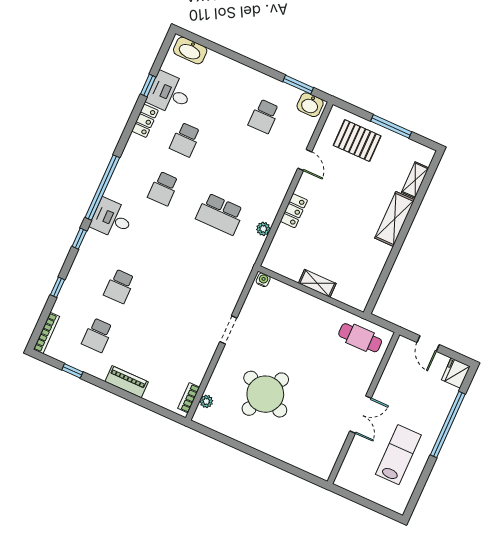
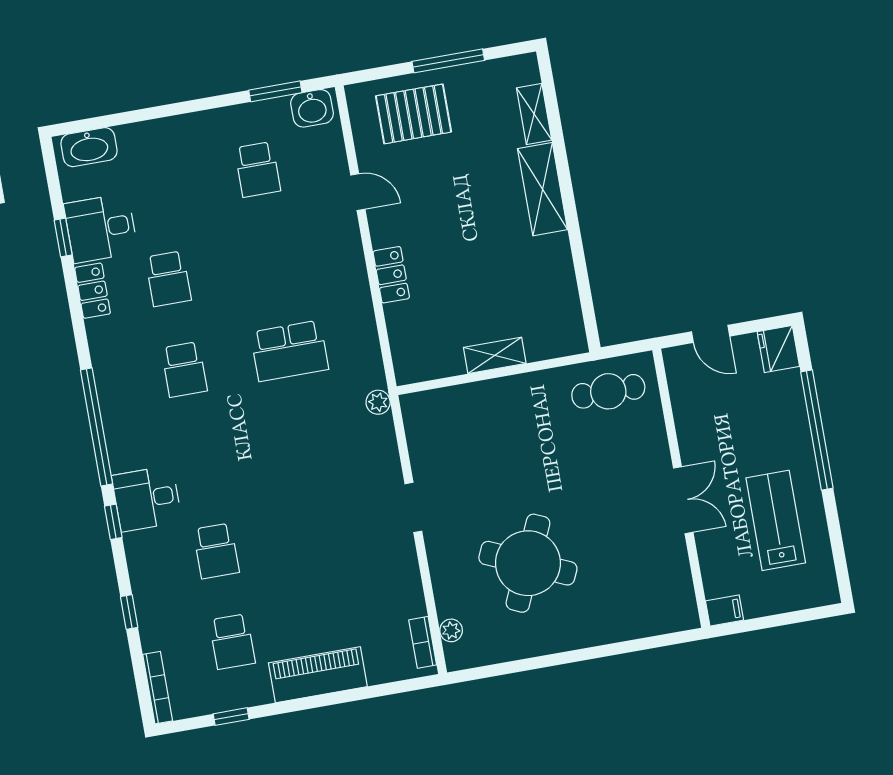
desk: (112, 219) -> (147, 499), moved
plant: (263, 229) -> (378, 402), moved
water cooler: (263, 280) -> (414, 403), removed
piano: (127, 382) -> (318, 675), width x1.37, depth x1.33
filing cabinet: (344, 481) -> (725, 610), added

